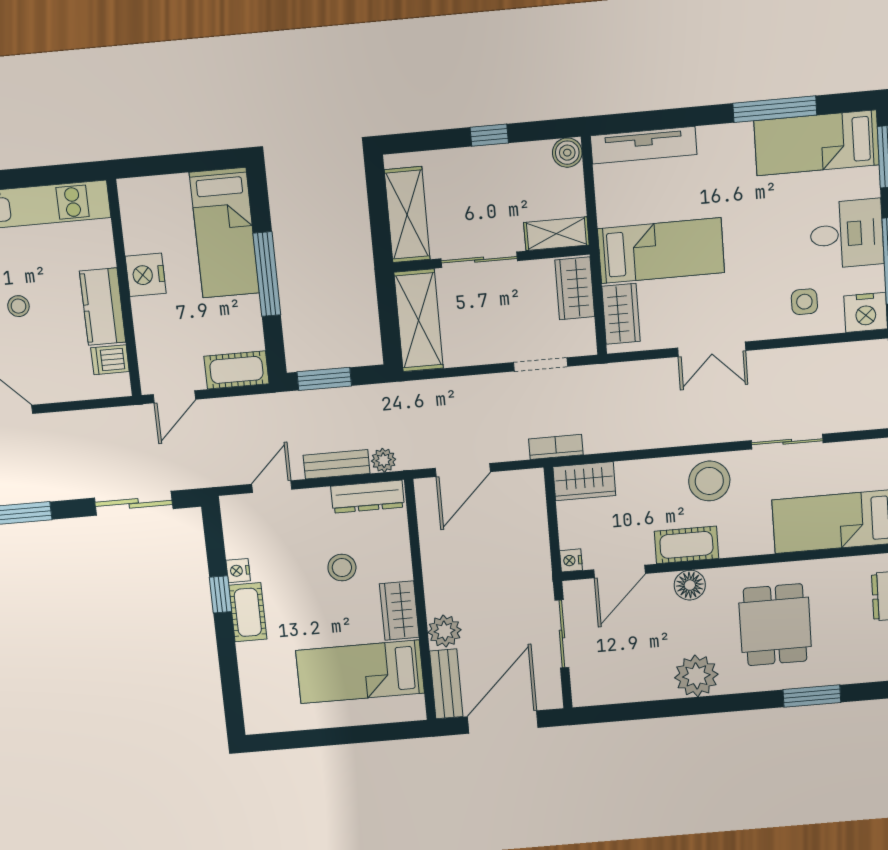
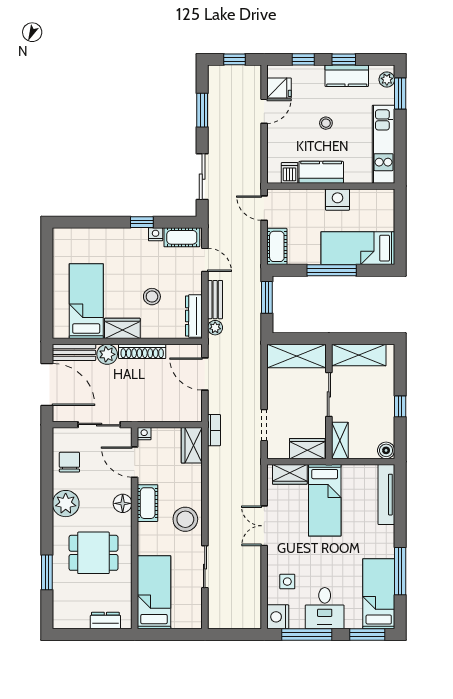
shoe rack: (435, 575) -> (142, 351), added
cot: (248, 612) -> (182, 237), moved
chair: (628, 676) -> (69, 462), added

